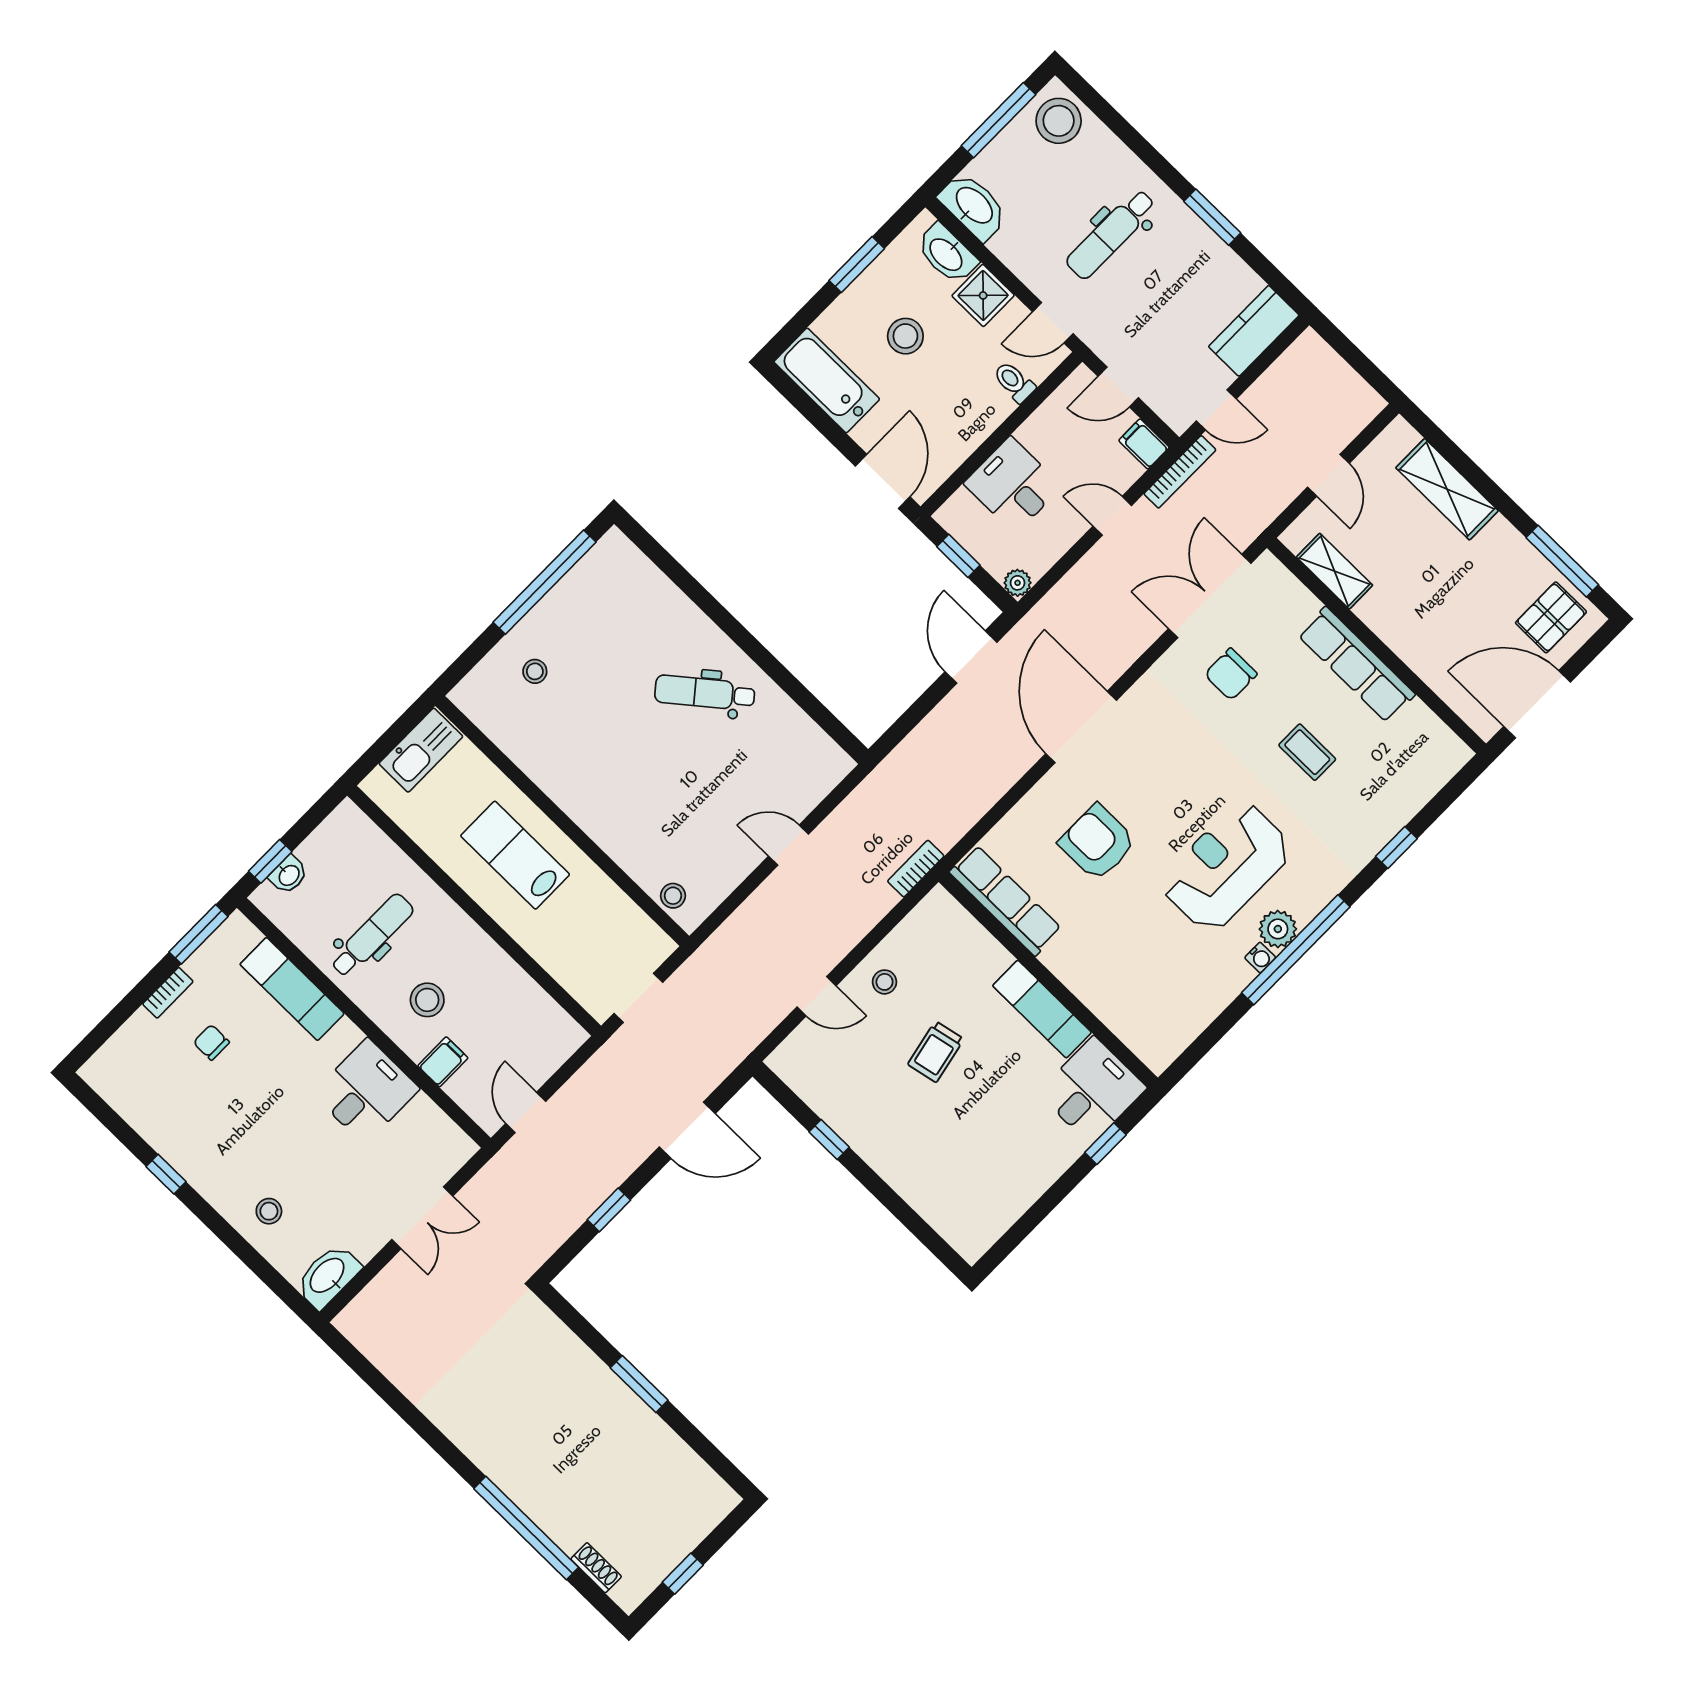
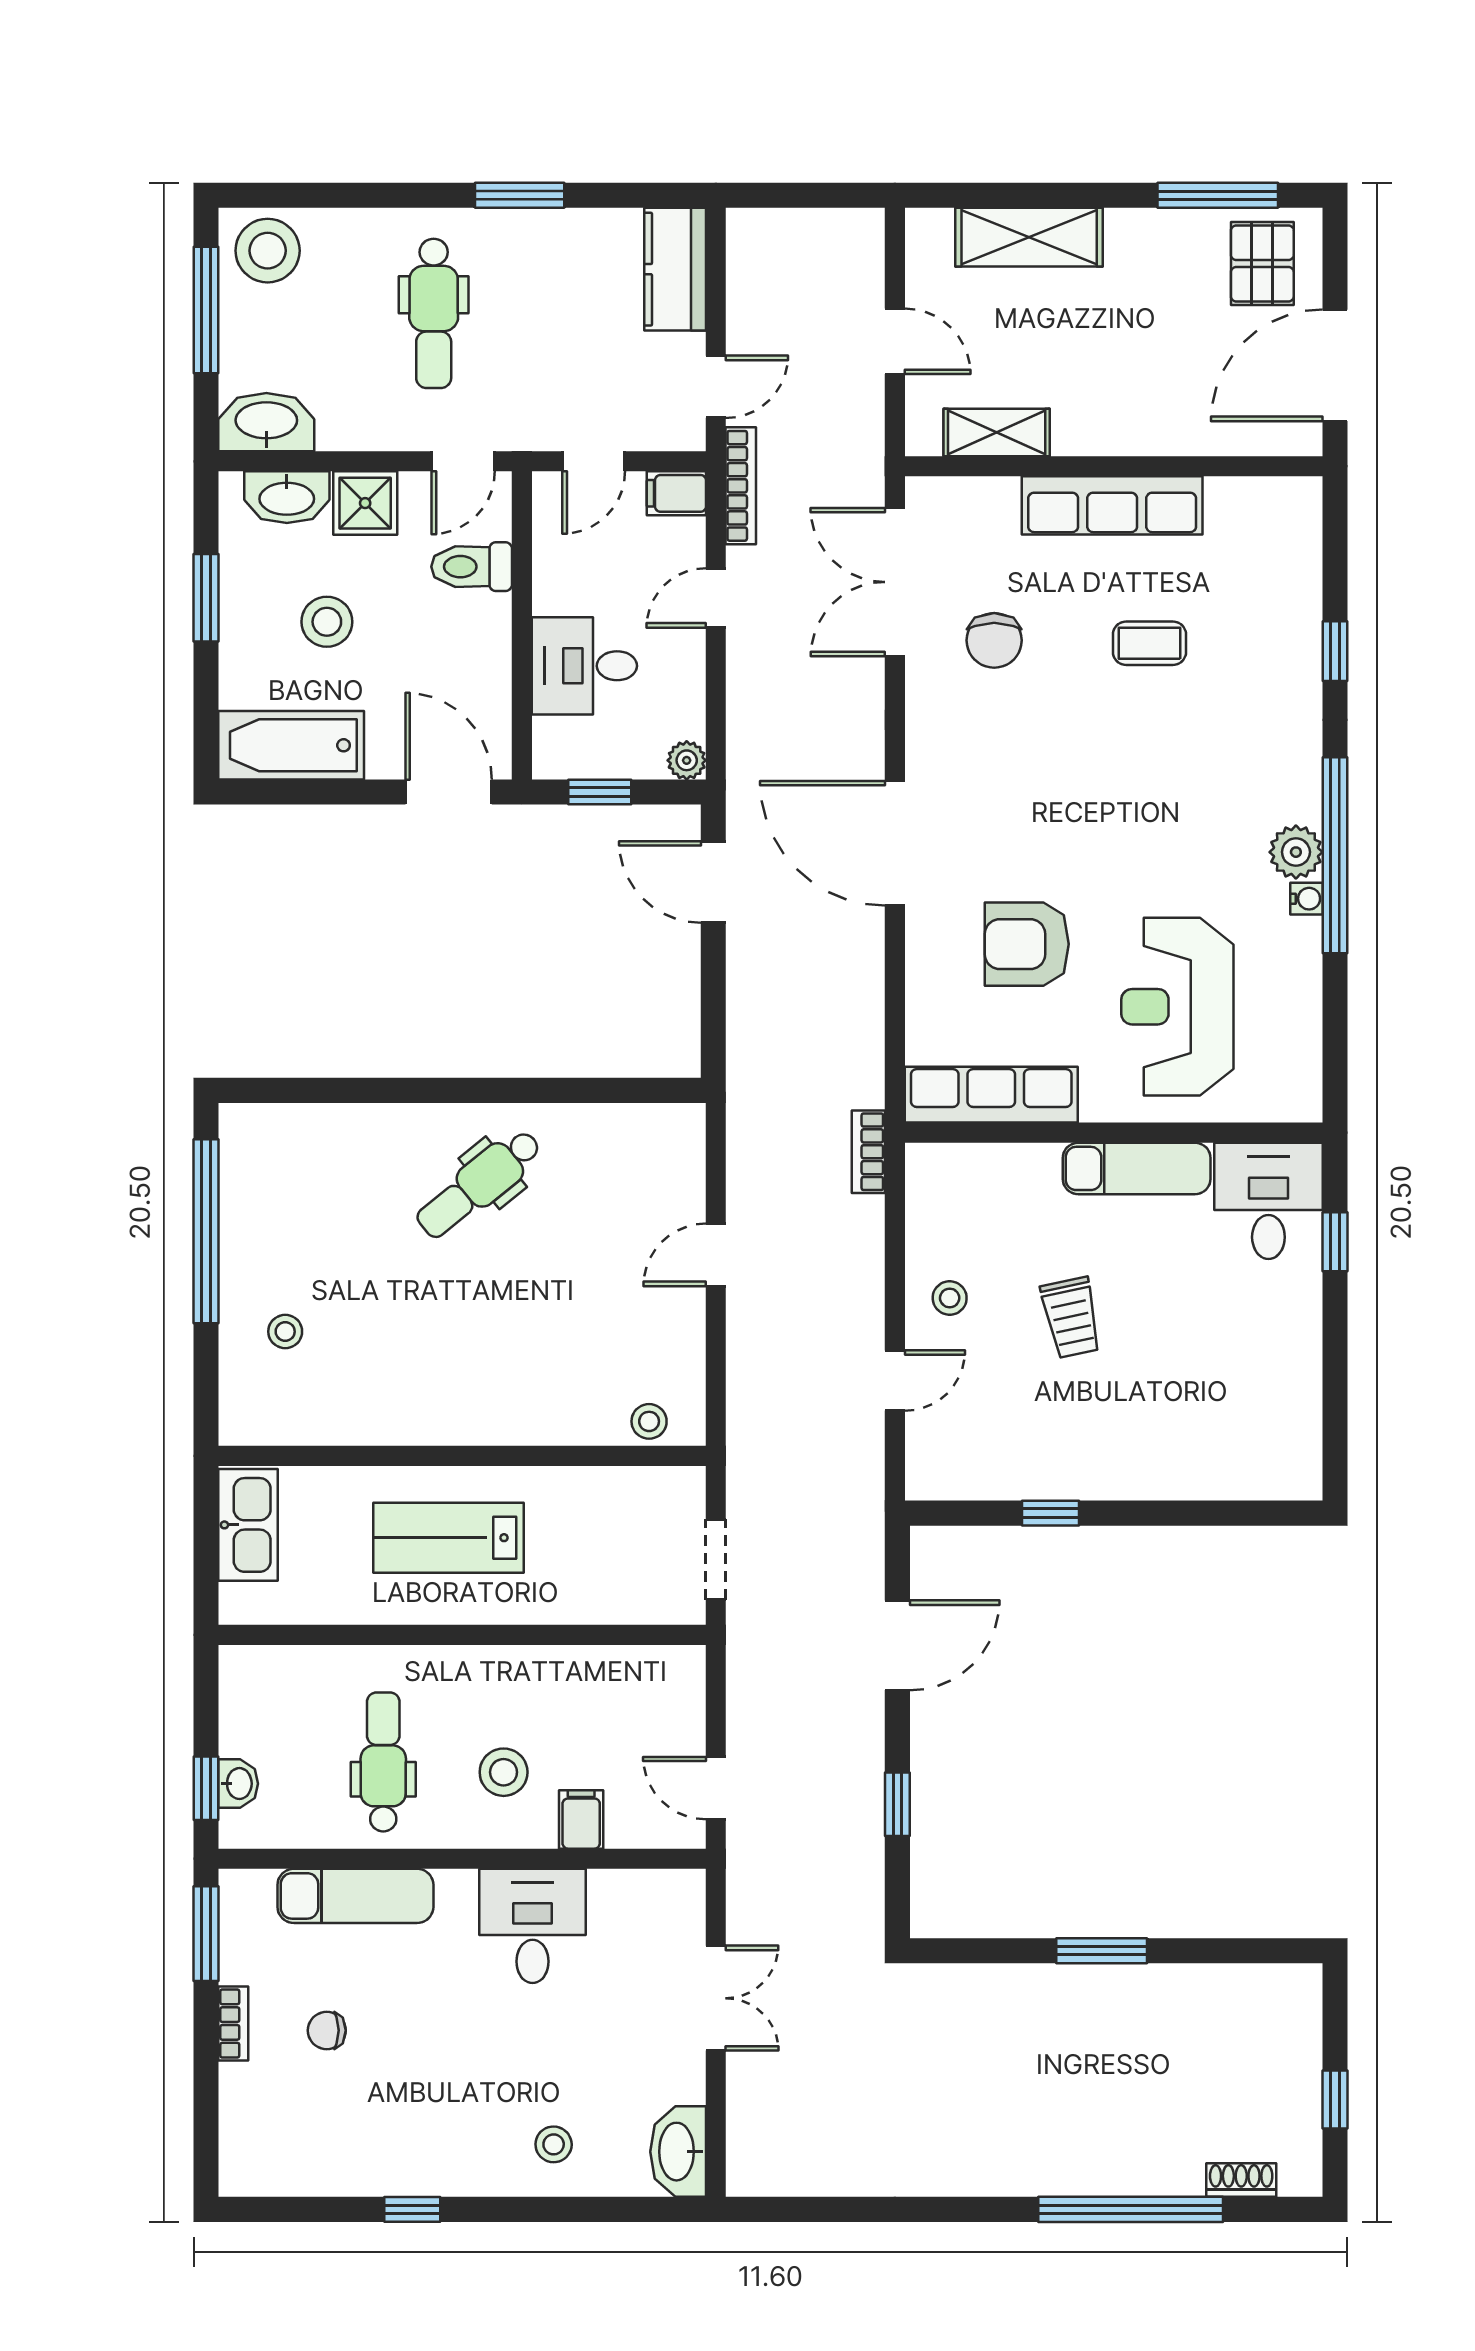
toilet: (1014, 382) -> (472, 567), width x1.37, depth x1.39
reception desk: (1226, 867) -> (1177, 1007), moved

